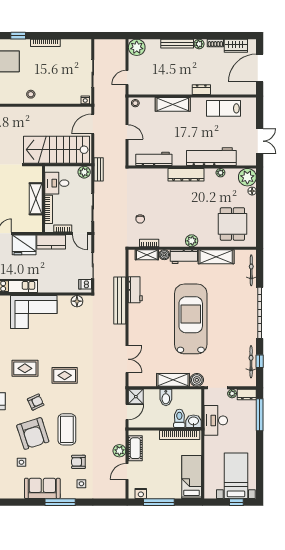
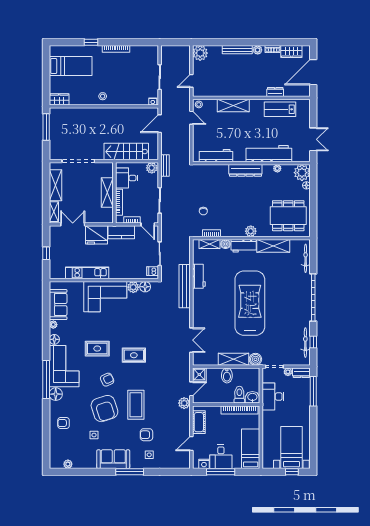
dresser: (201, 90) -> (275, 92), moved
door: (127, 132) -> (191, 118), moved
stairs: (57, 150) -> (126, 152), width x0.73, depth x0.66
dining table: (232, 224) -> (288, 216), width x1.38
plant: (64, 302) -> (133, 287), added
plant: (119, 451) -> (184, 403), moved
desk: (159, 486) -> (221, 457), added

